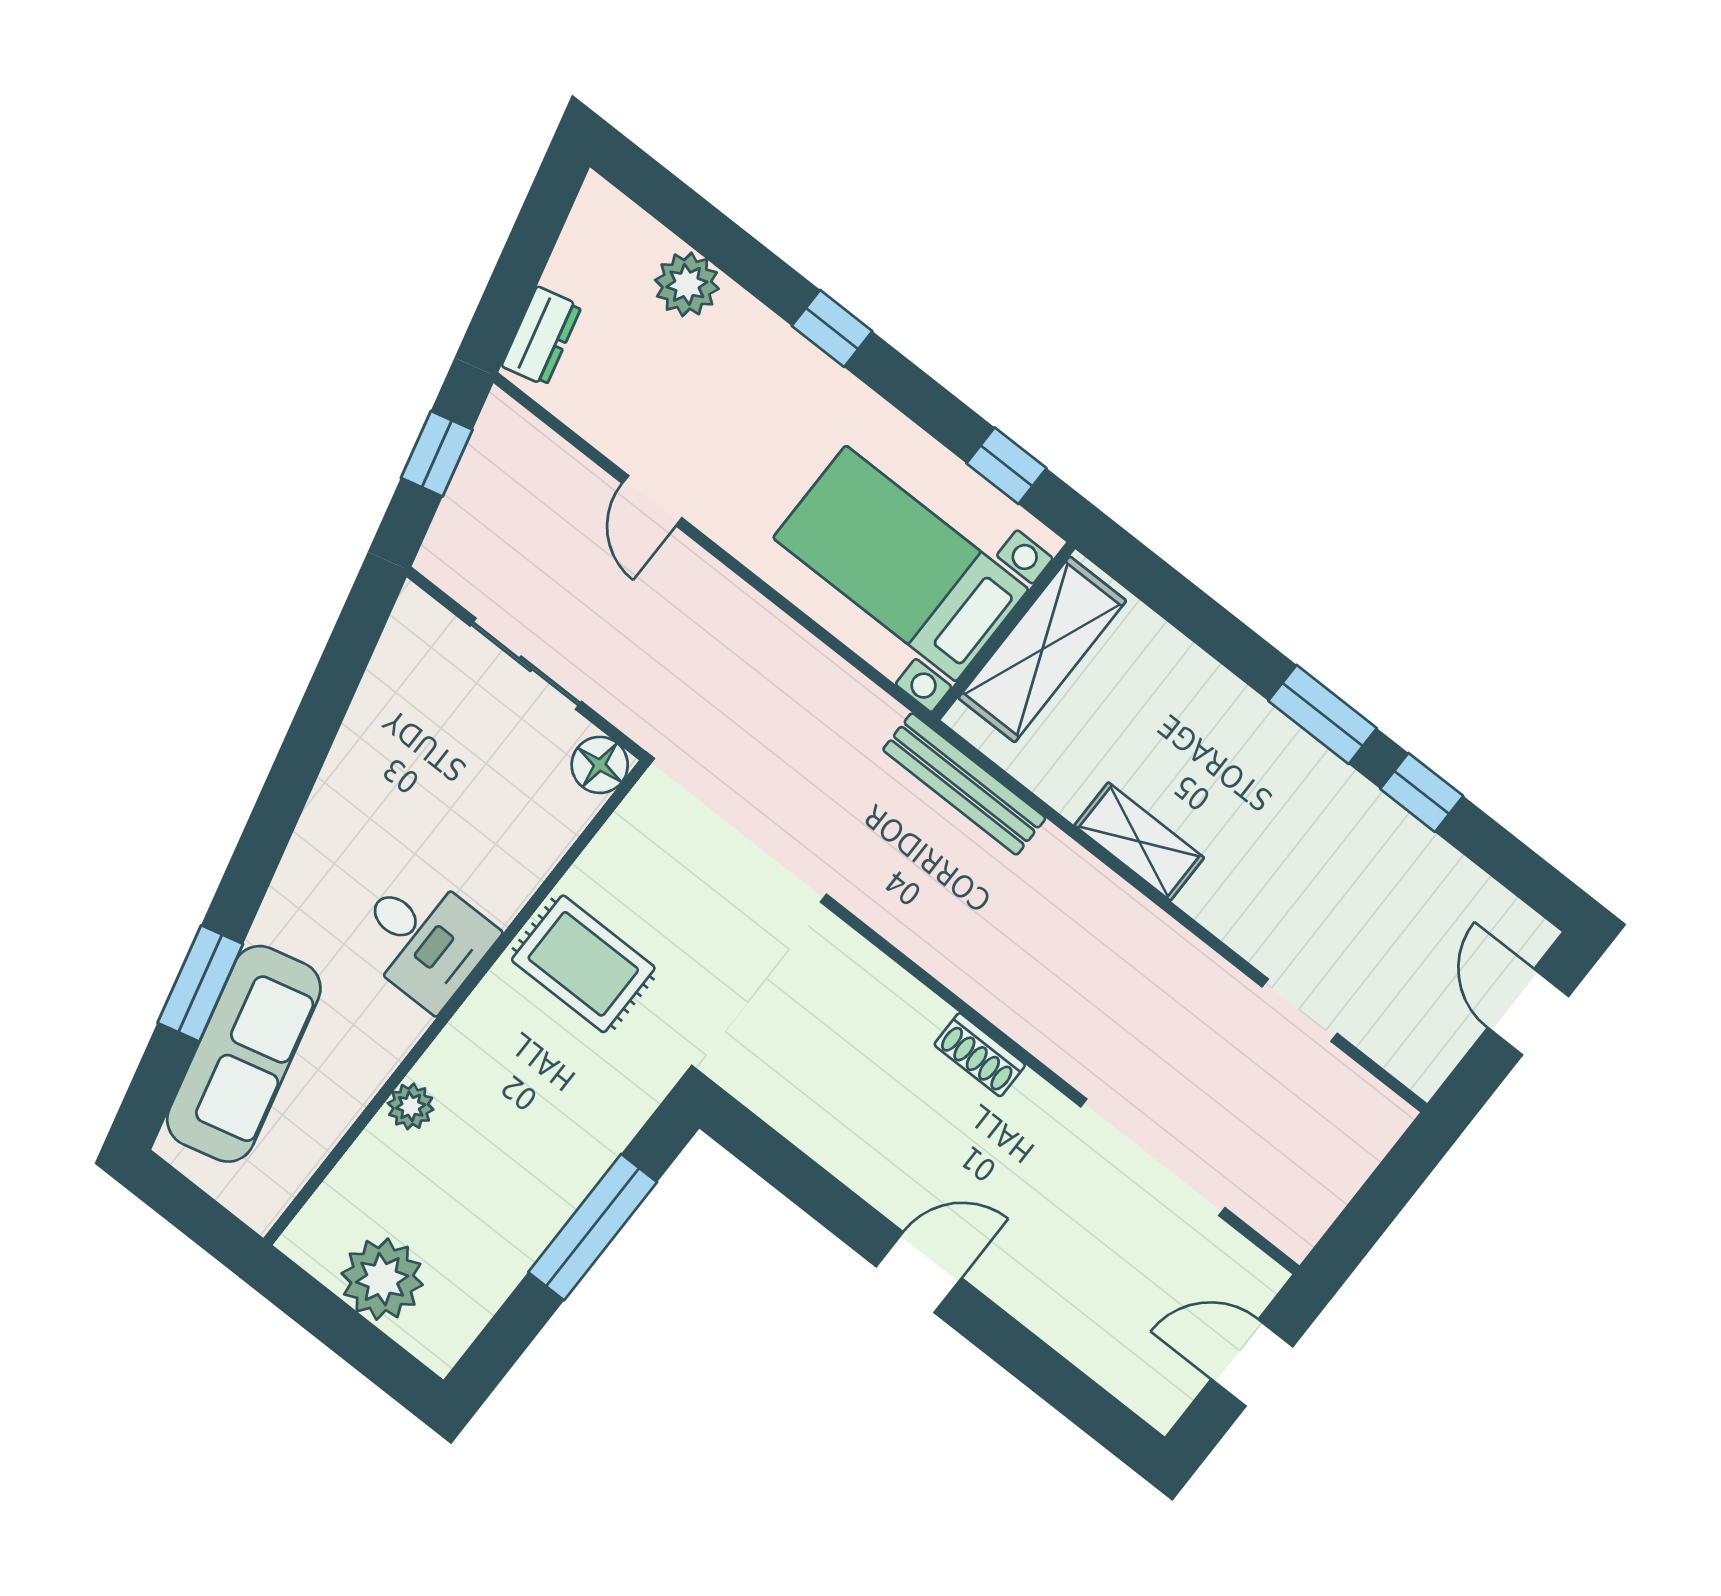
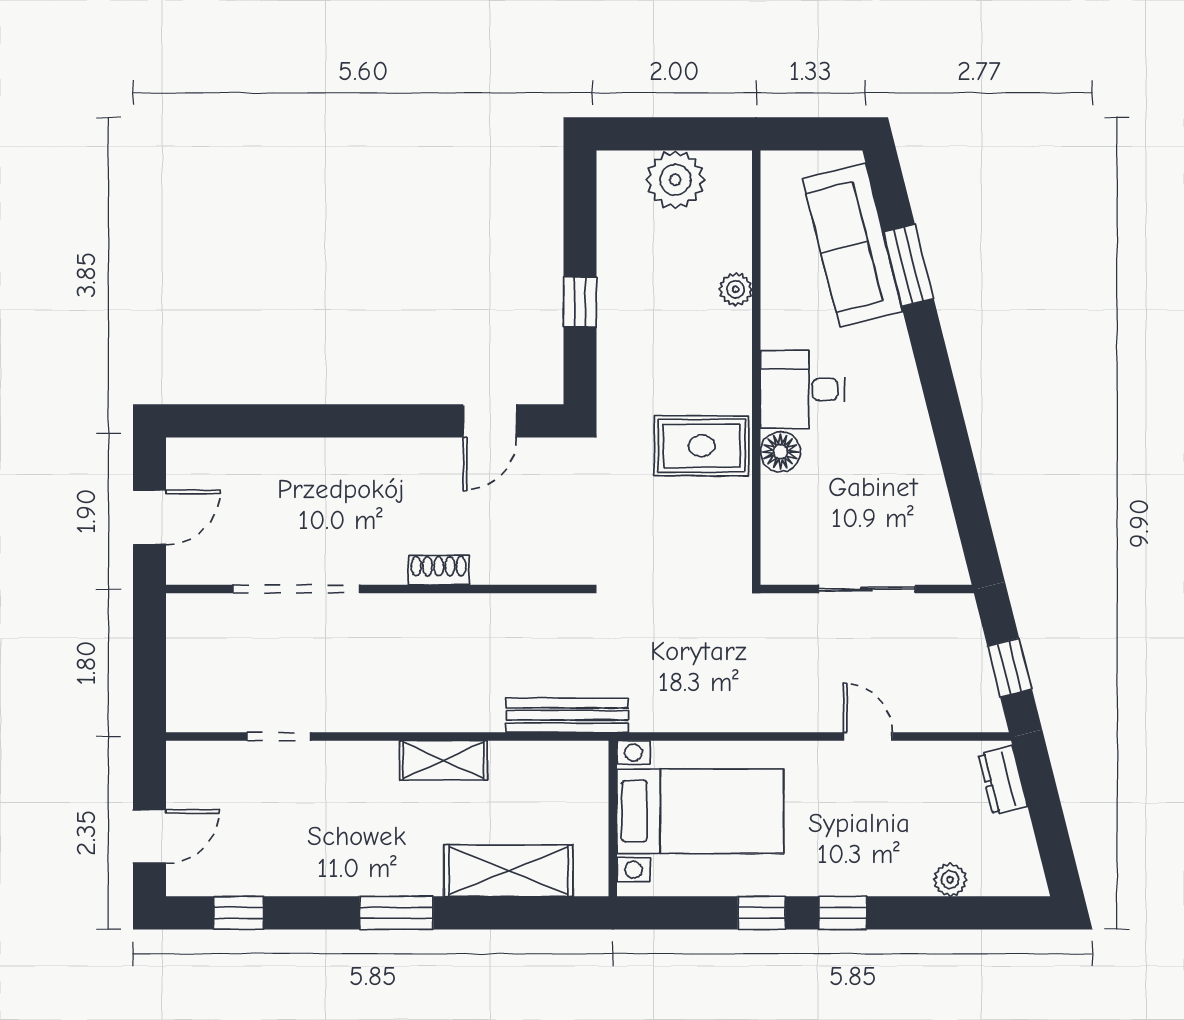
plant: (687, 284) -> (950, 880), width x0.73, depth x0.73
window: (1007, 466) -> (762, 913), moved
shelving: (1042, 649) -> (509, 871), moved, turned 90
floor lamp: (600, 765) -> (780, 452), moved
window: (1422, 792) -> (239, 913), moved
door: (1528, 1012) -> (149, 837), hinge flipped
window: (593, 1227) -> (580, 302), width x0.46
door: (919, 1272) -> (490, 421), moved

